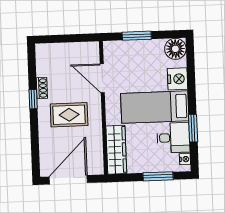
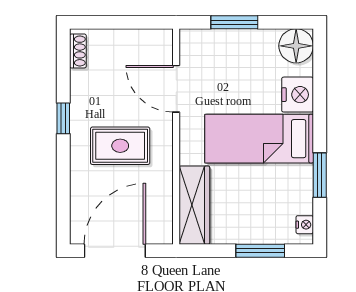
shoe rack: (42, 88) -> (78, 51), moved
desk: (173, 138) -> (287, 189), removed

